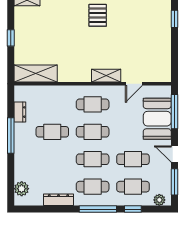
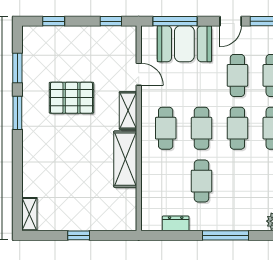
pallet: (98, 15) -> (71, 98), moved, width x1.50, depth x1.42
window: (174, 62) -> (111, 21), added
shelving: (36, 74) -> (125, 159), moved
window: (11, 135) -> (225, 235), moved

